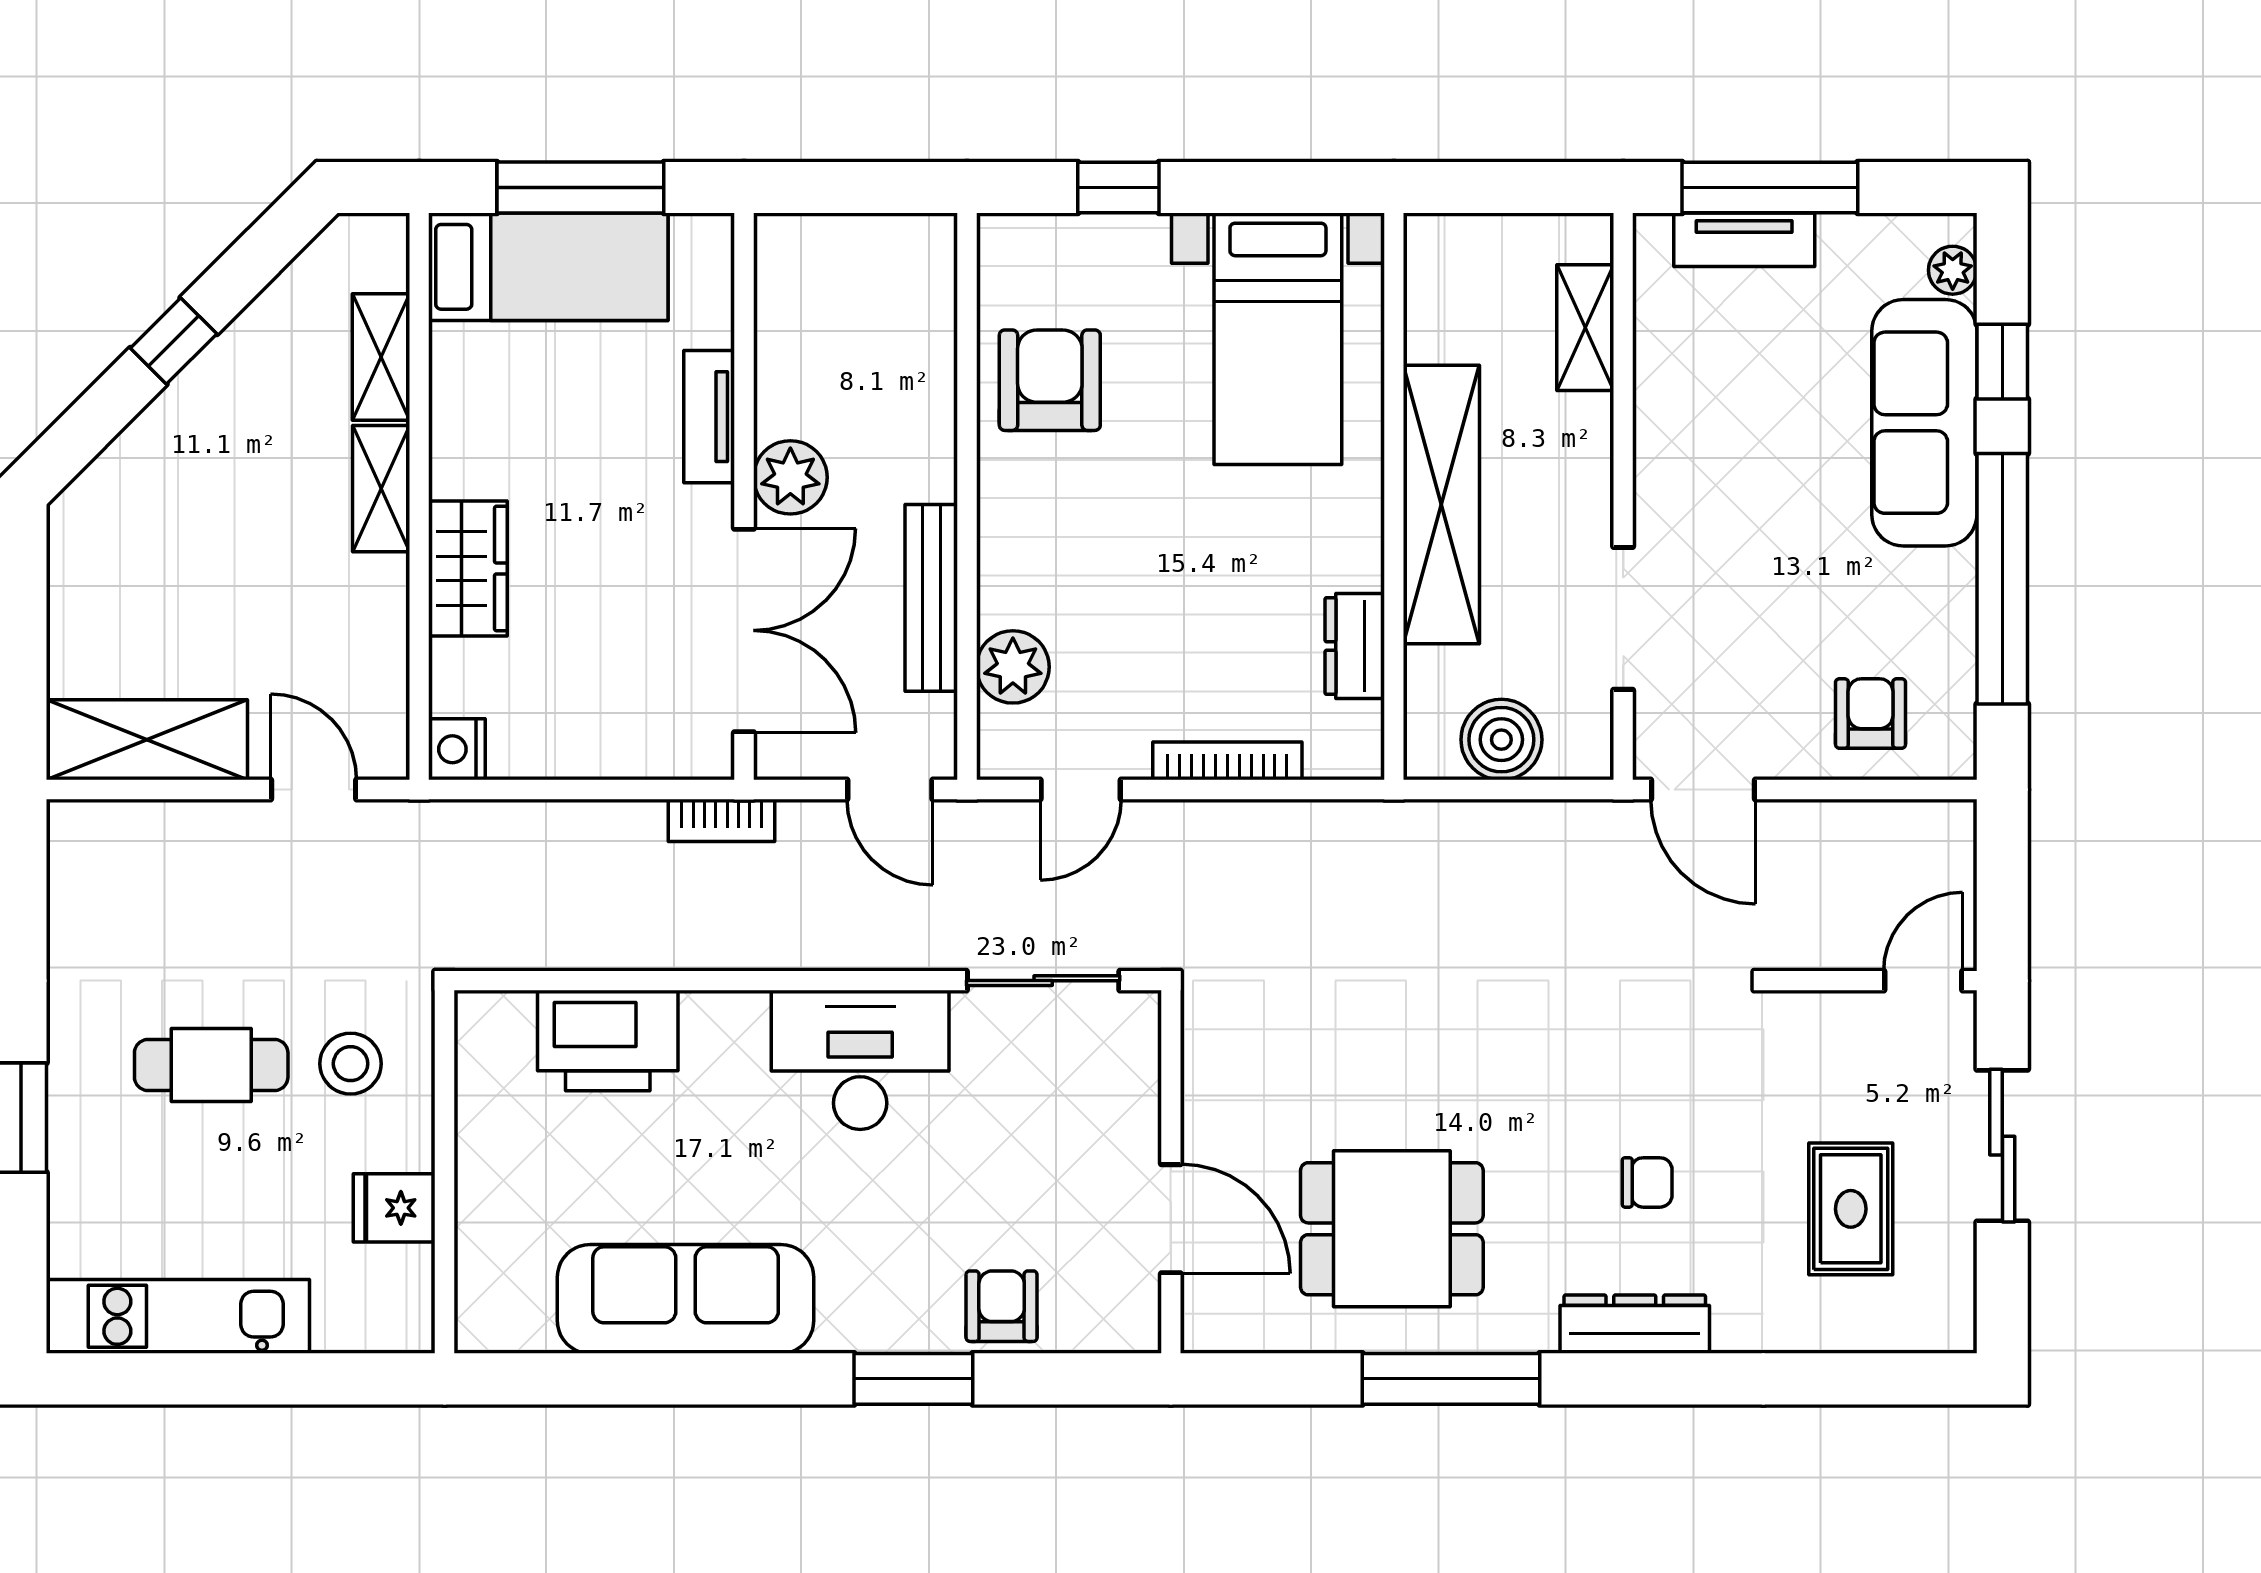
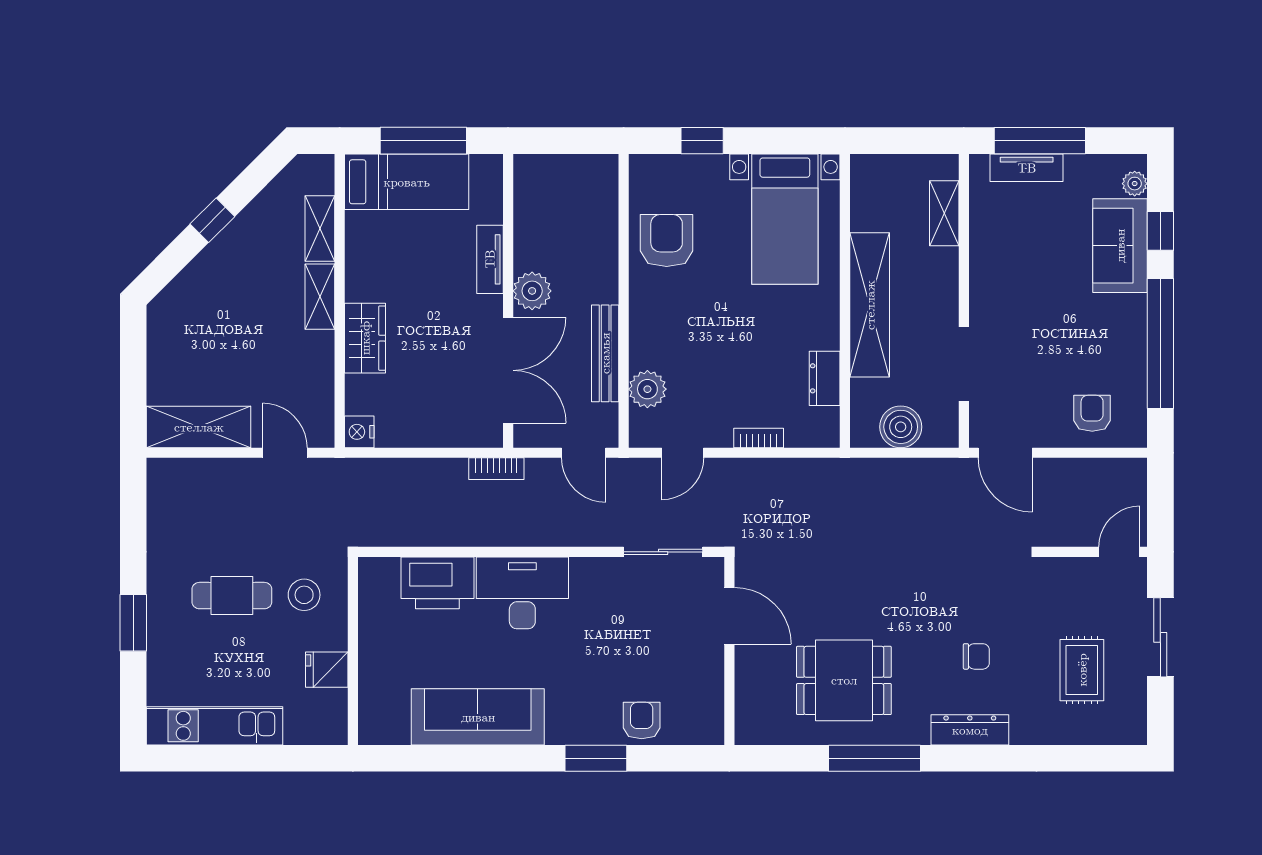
sofa: (1924, 423) -> (1120, 246), width x0.73
bookcase: (1227, 761) -> (759, 438), width x0.64
desk: (860, 1060) -> (522, 593), moved
door: (1171, 1219) -> (729, 616), moved

